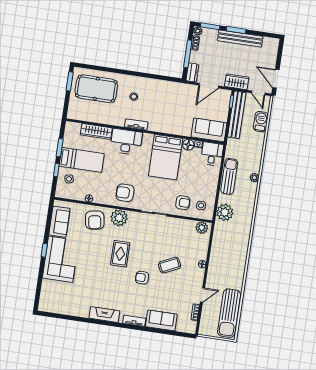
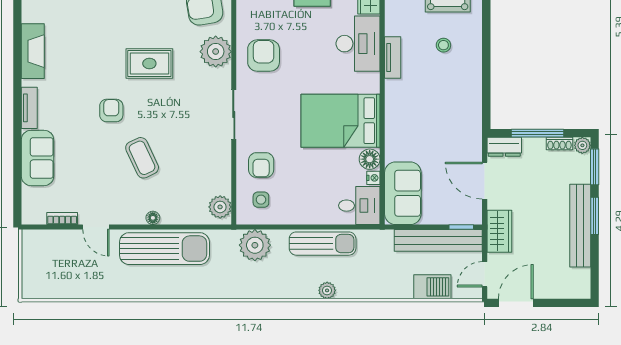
sun lounger: (229, 313) -> (164, 249), moved, turned 180

